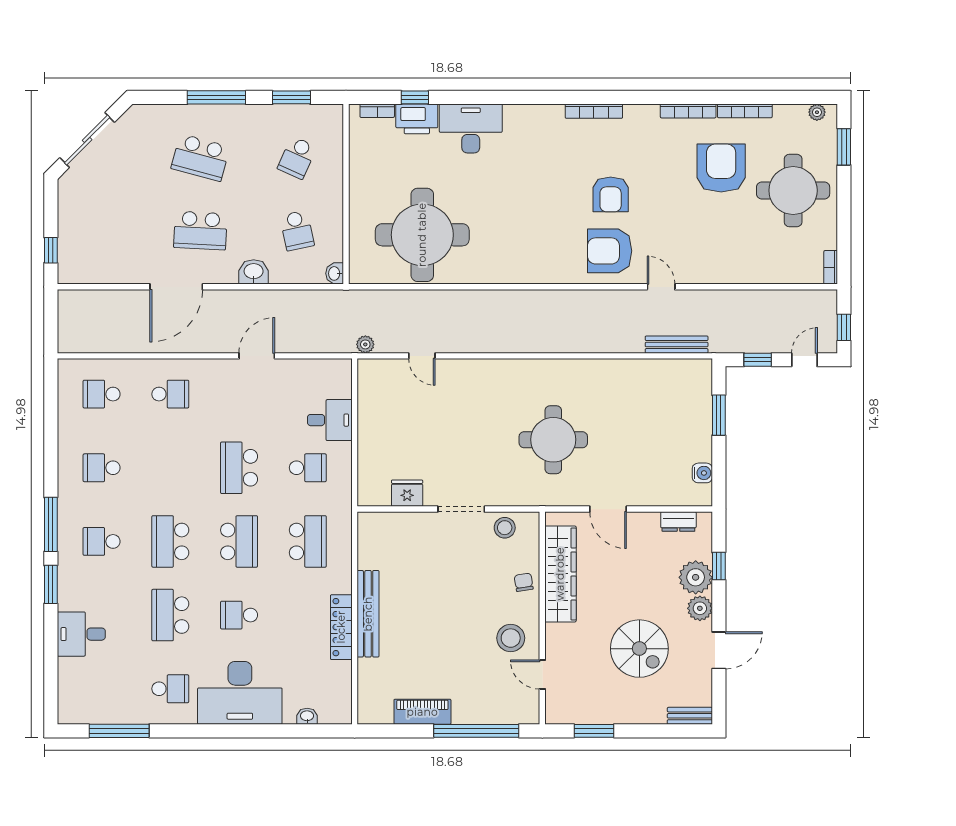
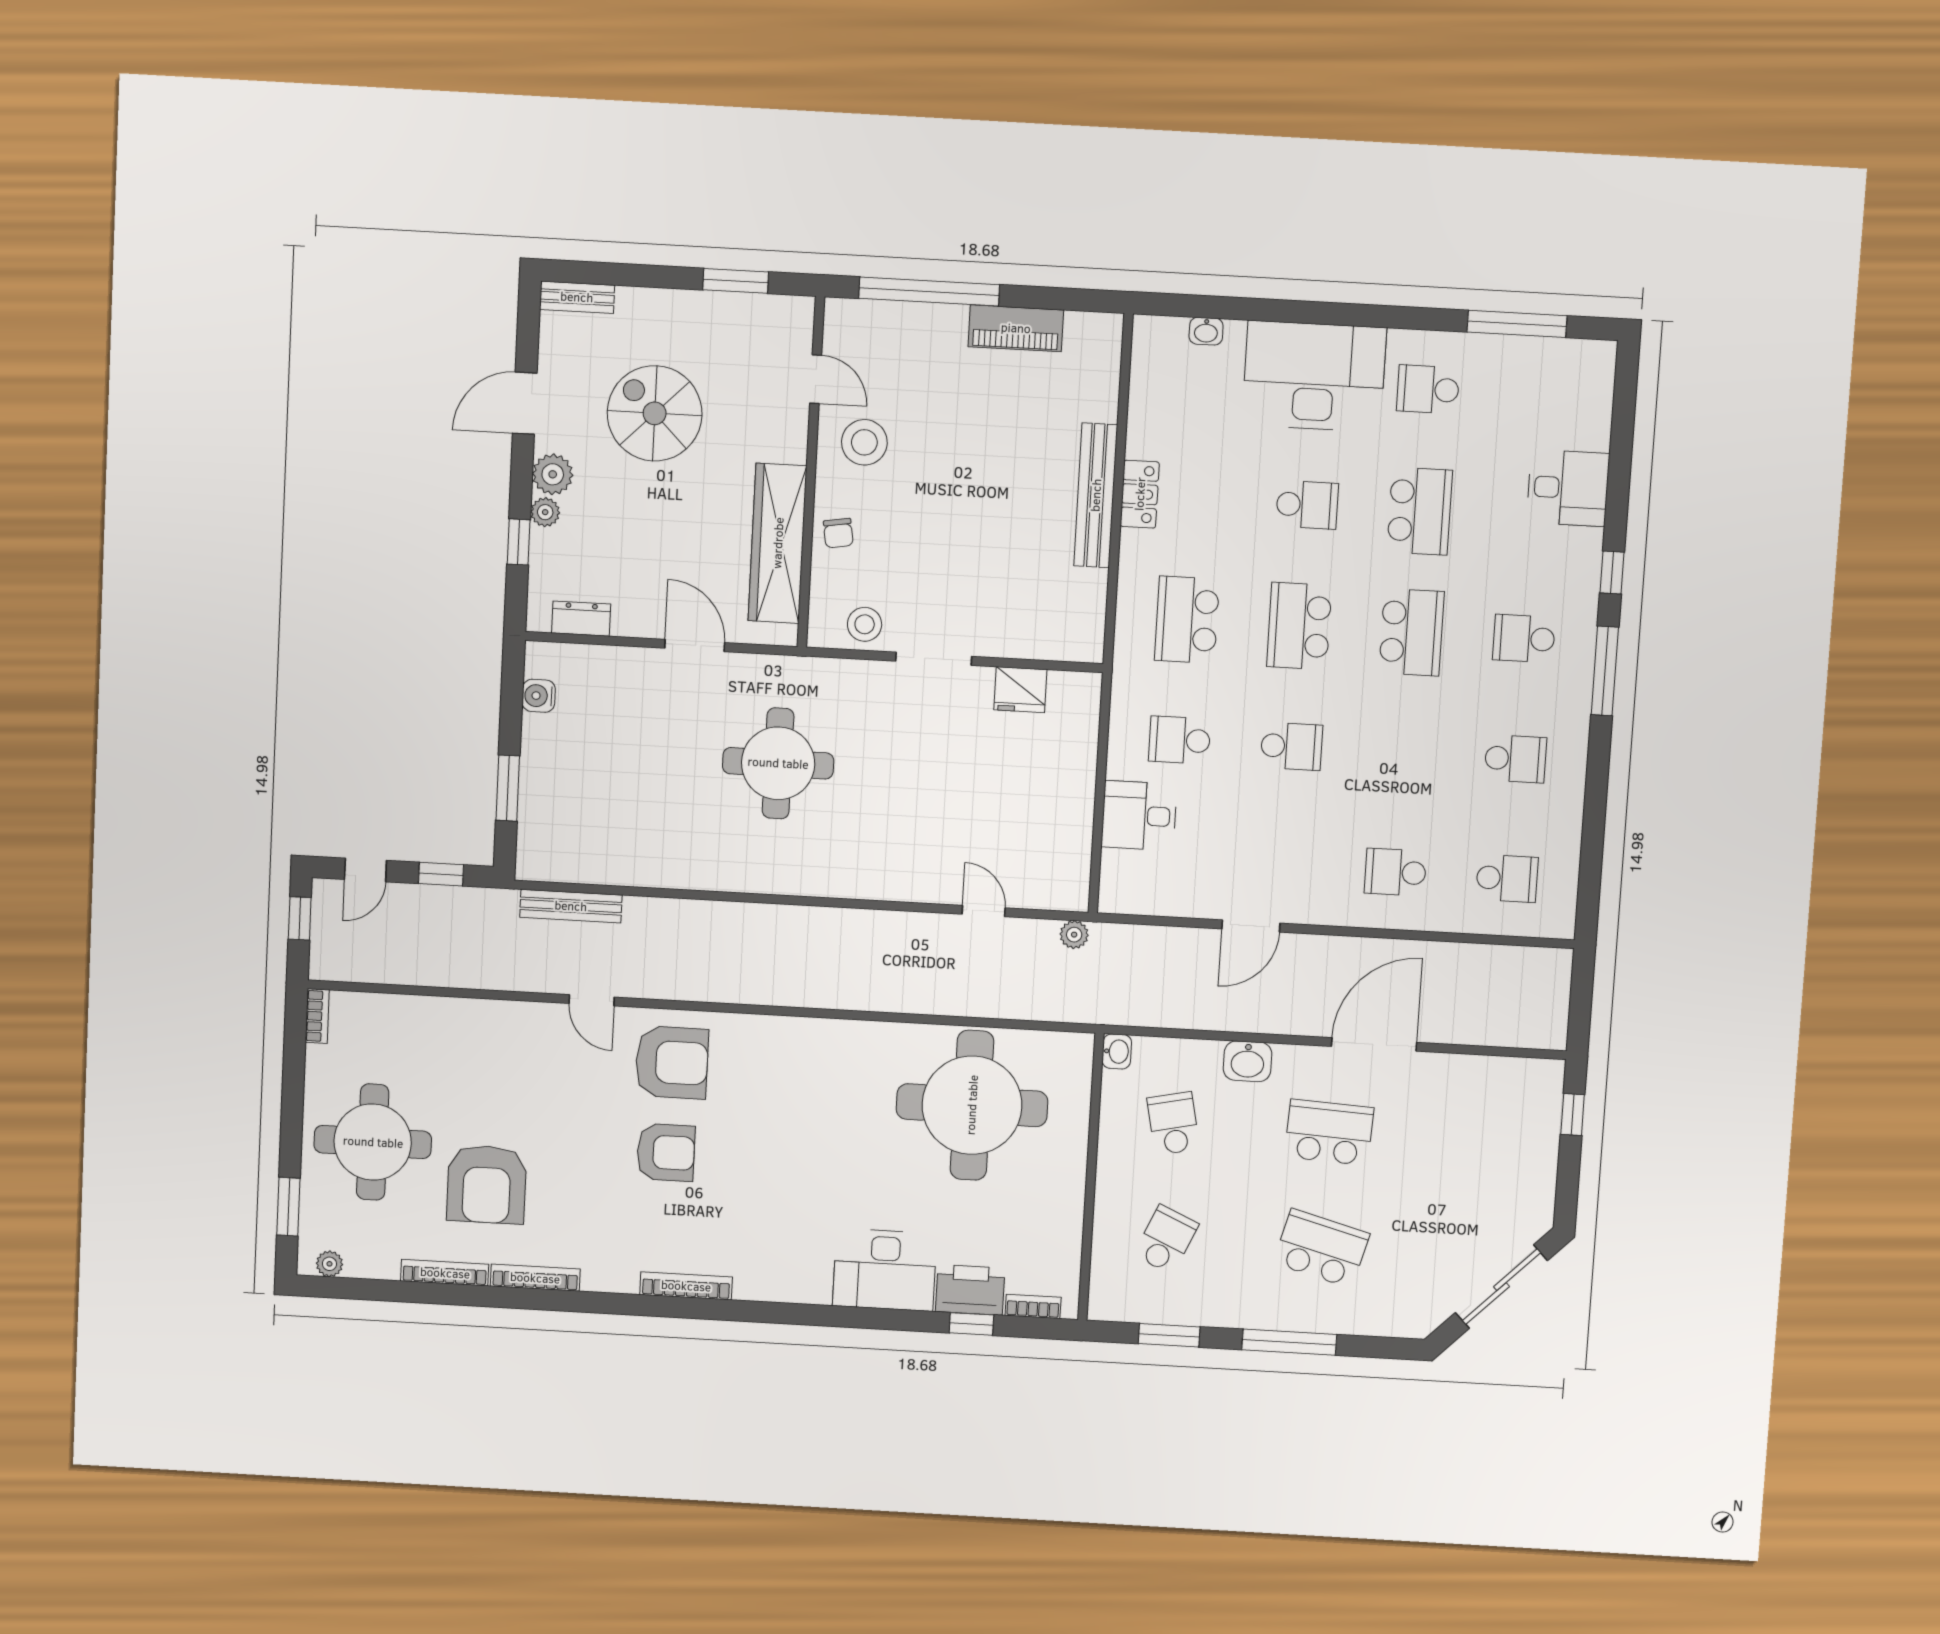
armchair: (611, 194) -> (666, 1152), turned 90
school desk: (239, 468) -> (1291, 746), width x0.54
school desk: (102, 541) -> (1524, 638), turned 180
plant: (696, 577) -> (545, 512), width x0.53, depth x0.53
window: (51, 584) -> (1612, 572), width x0.67
locker: (341, 627) -> (1140, 494), width x0.66

